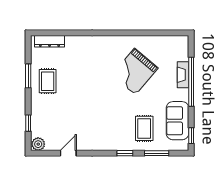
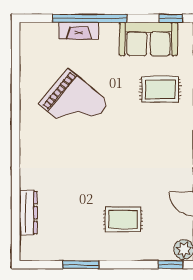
dresser: (50, 41) -> (28, 213), moved
rug: (48, 81) -> (123, 219), moved
window: (28, 123) -> (170, 265), moved

